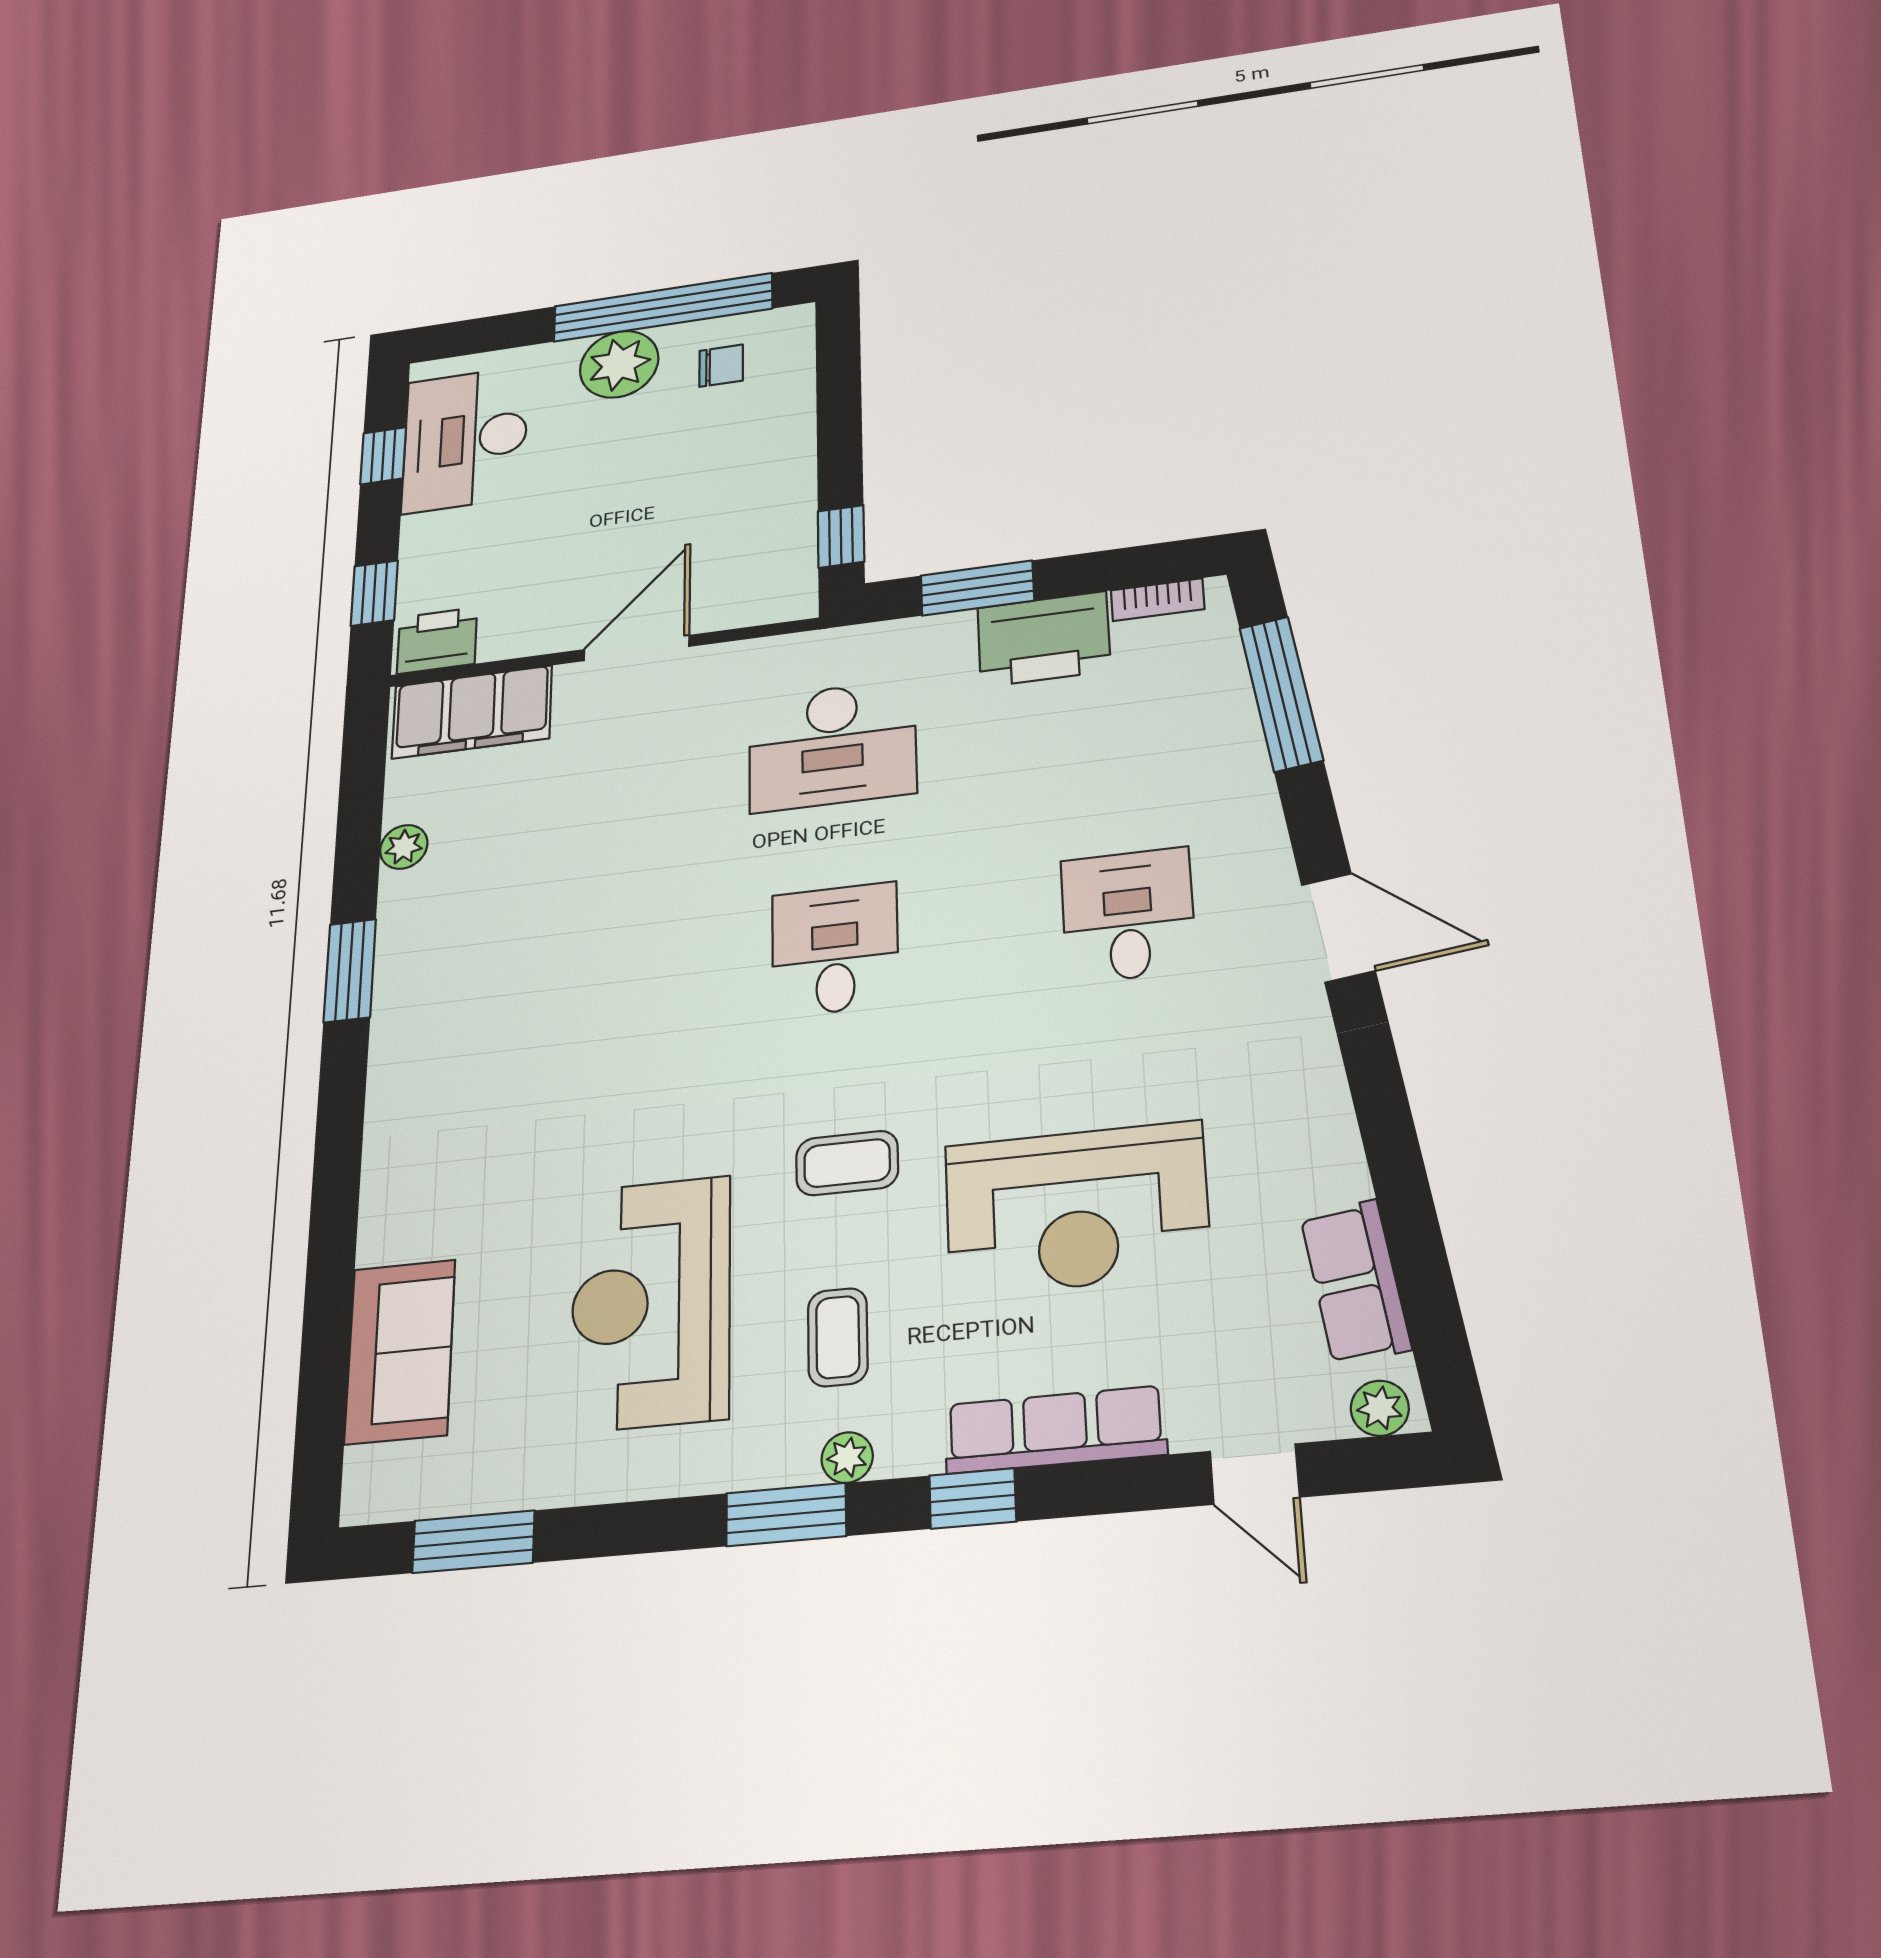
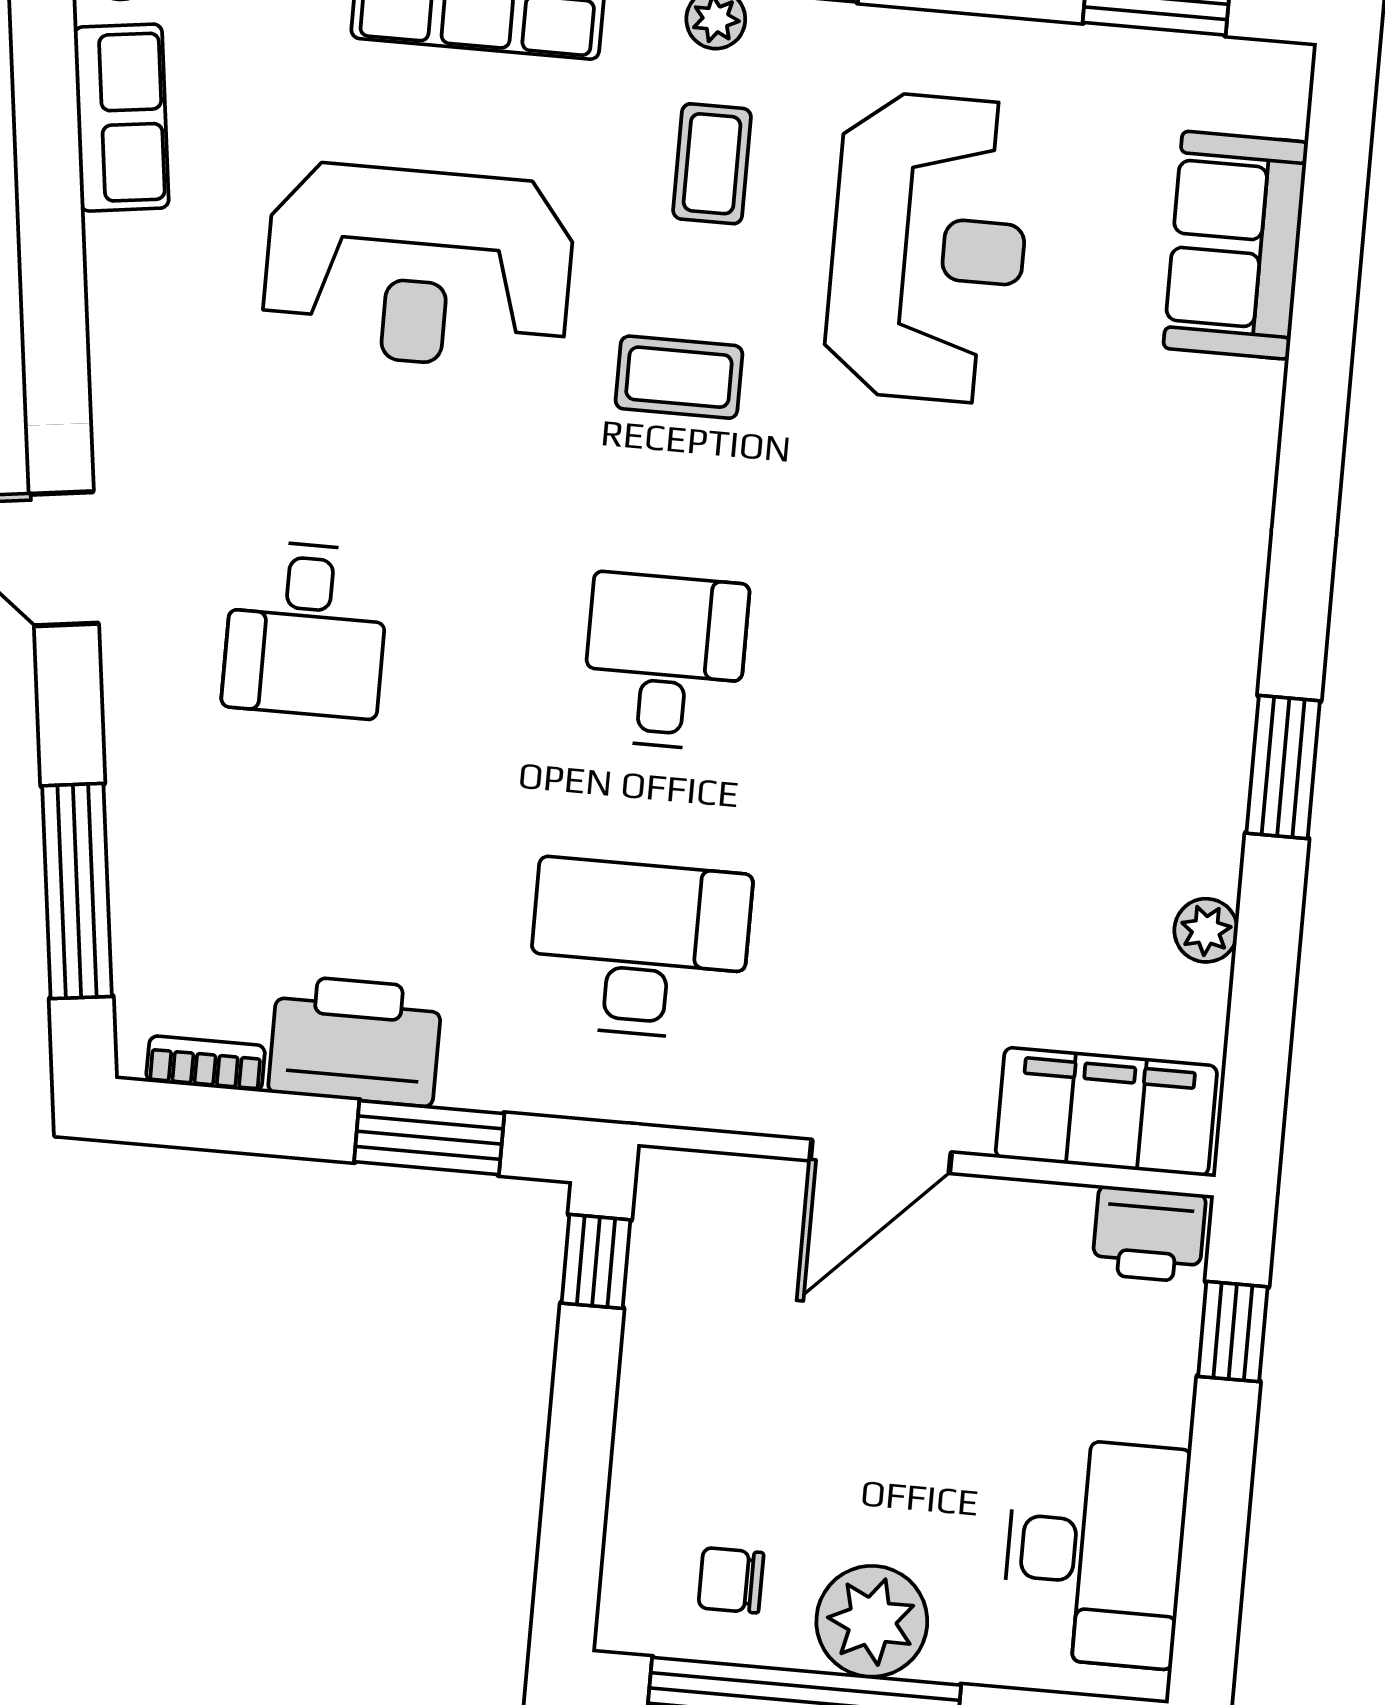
window: (383, 456) -> (1213, 1555), removed
desk: (835, 949) -> (665, 661), turned 180
reception desk: (1077, 1209) -> (419, 266), turned 180

